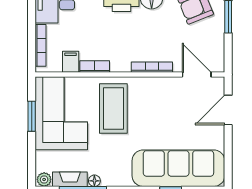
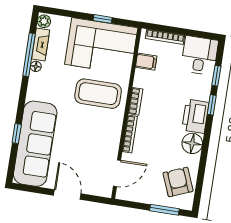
bookcase: (95, 67) -> (136, 101), moved
door: (228, 110) -> (67, 195), moved
window: (32, 116) -> (103, 19), width x0.67

